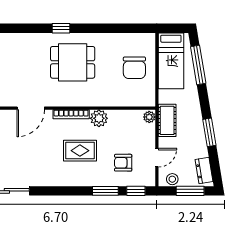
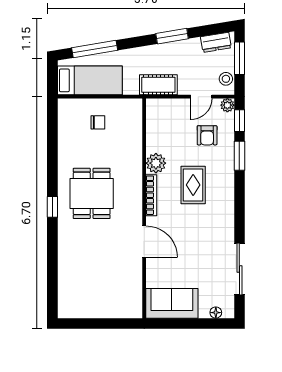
chair: (134, 68) -> (98, 122), width x0.54, depth x0.54
plant: (149, 117) -> (227, 105), moved
door: (157, 158) -> (201, 97), swing flipped

